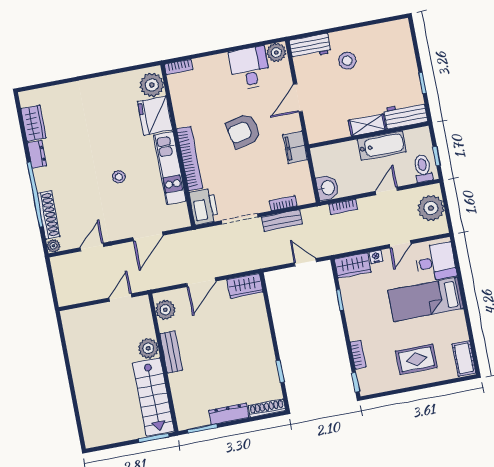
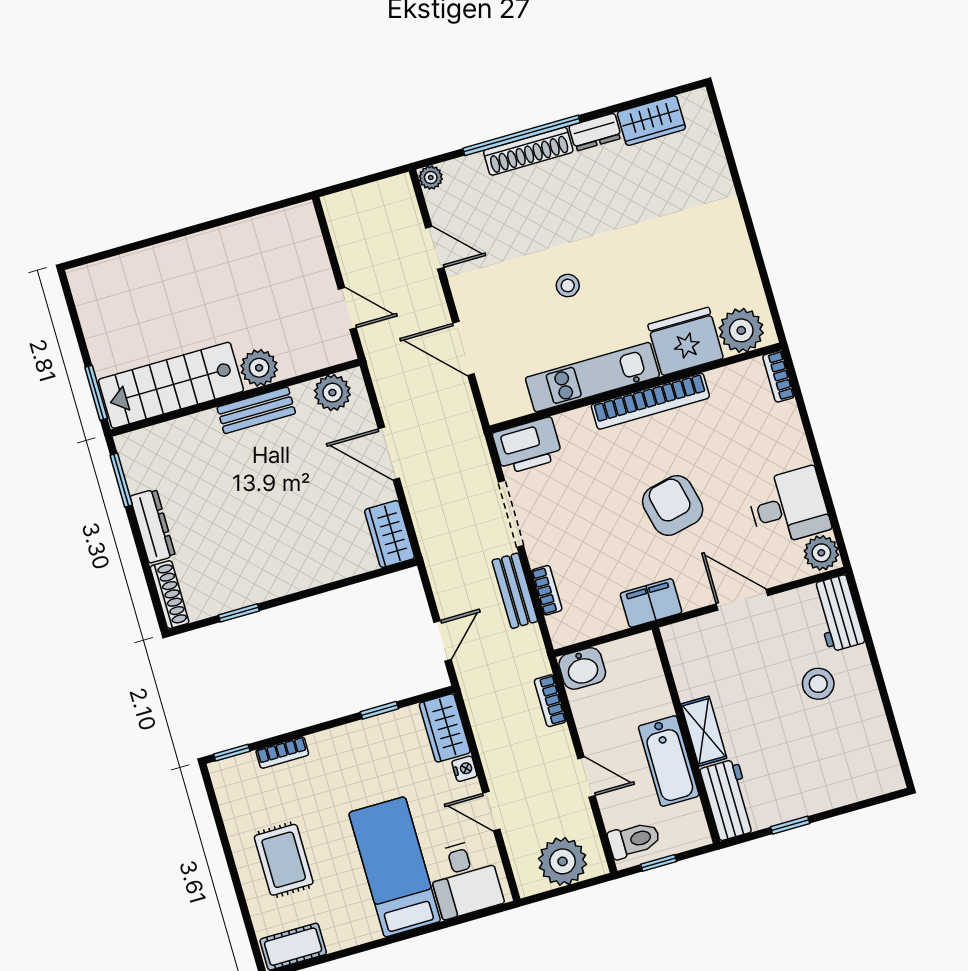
bookcase: (190, 159) -> (650, 401), moved
shoe rack: (49, 215) -> (528, 151), moved

